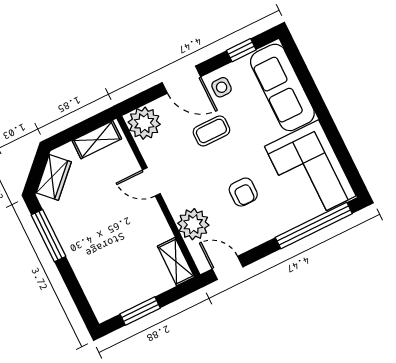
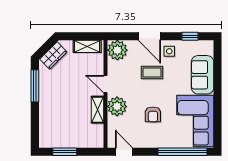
sofa: (282, 87) -> (202, 75), width x0.73
plant: (193, 224) -> (117, 106), moved
shelving: (176, 262) -> (97, 110), moved

